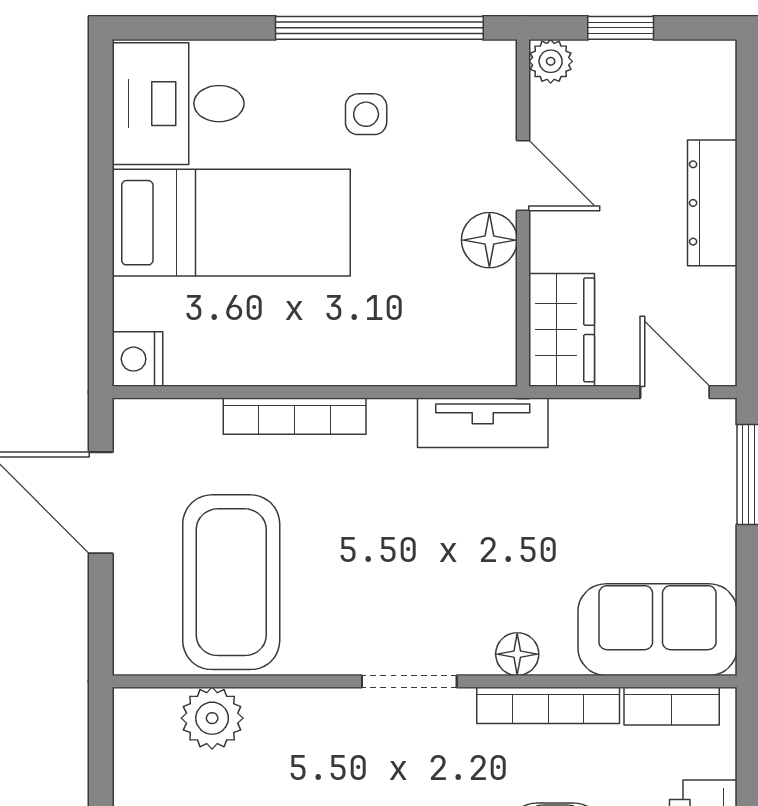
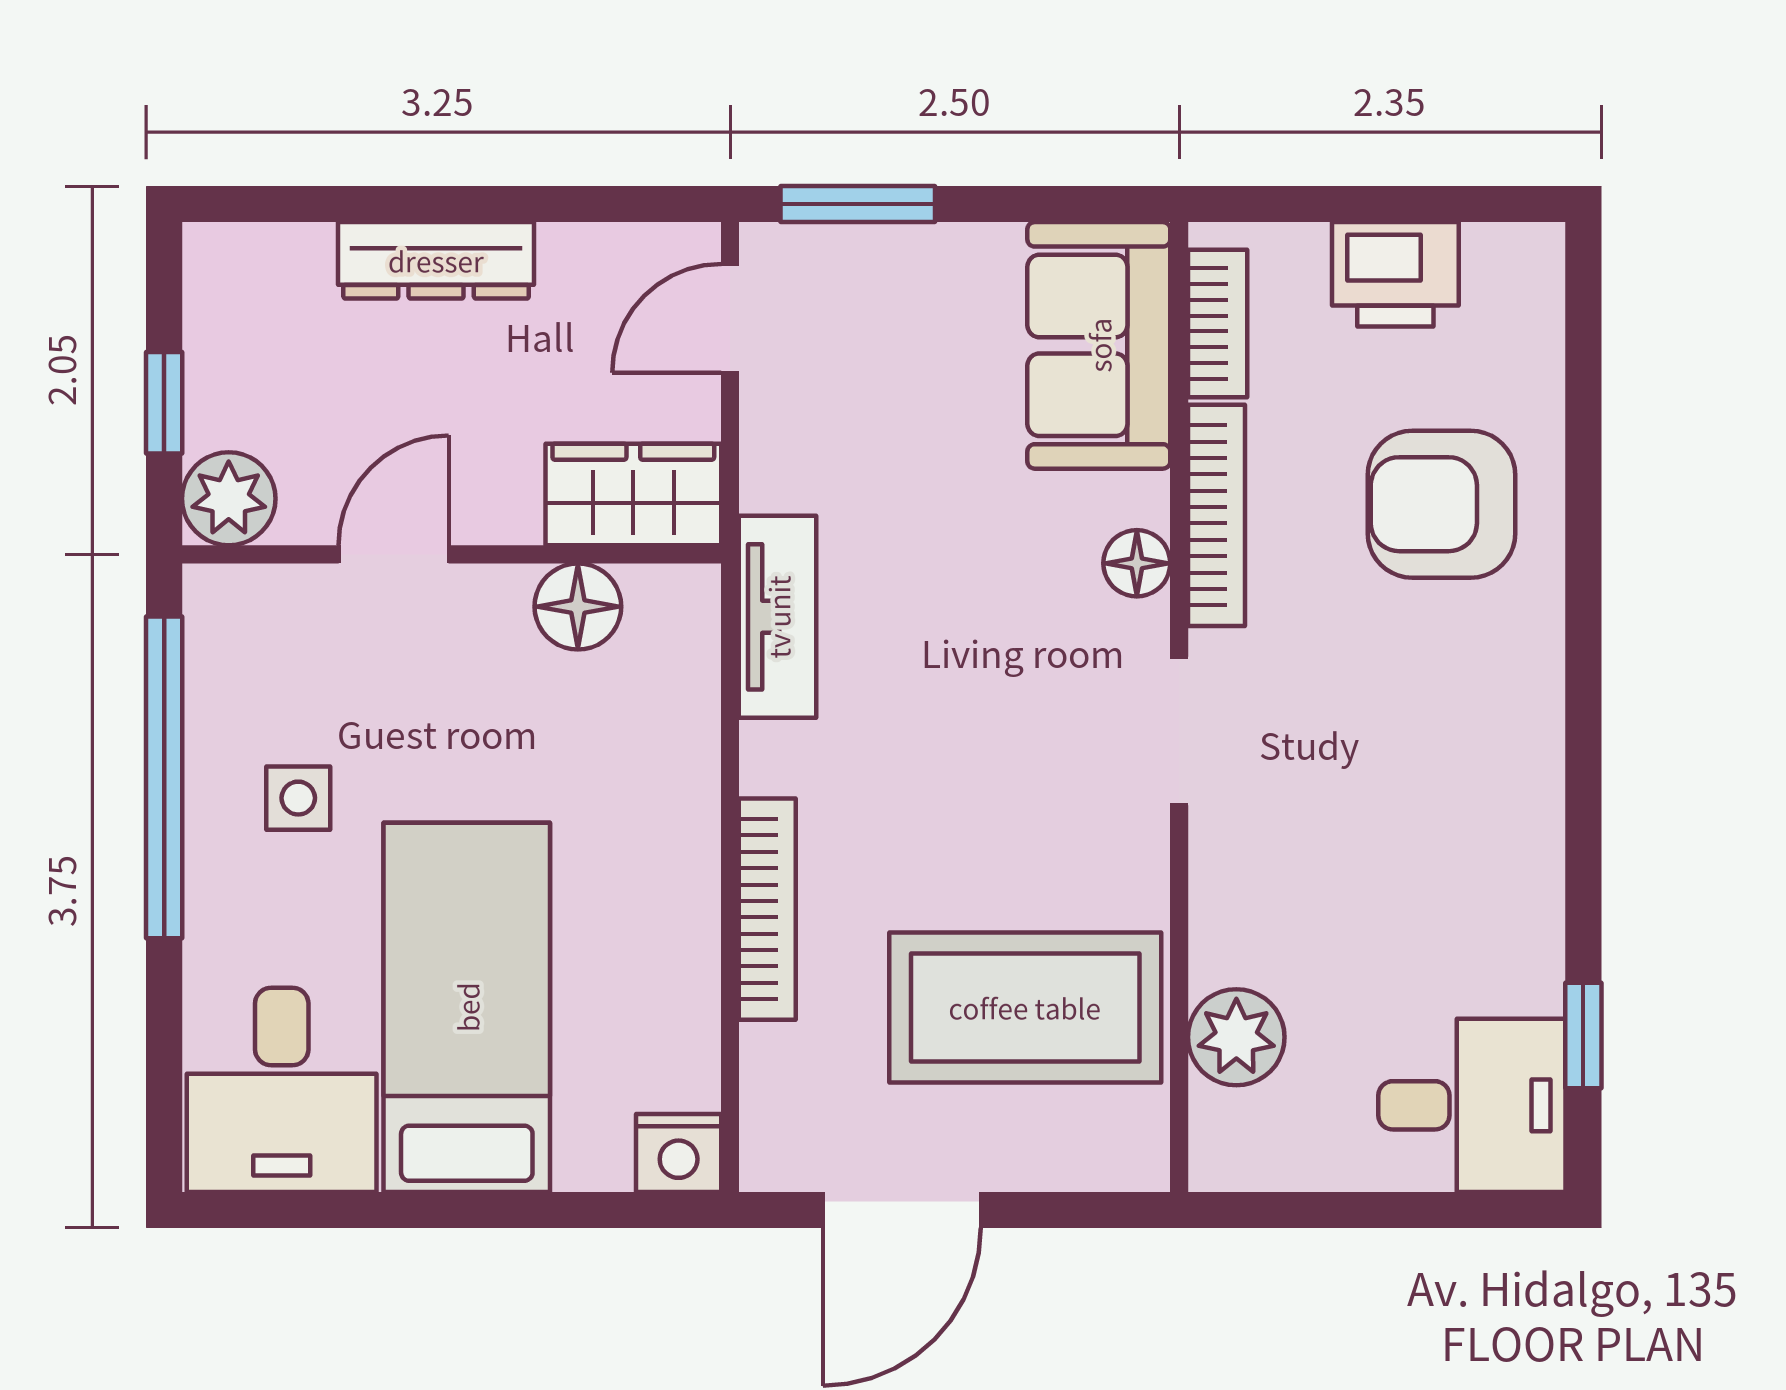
plant: (551, 61) -> (229, 499), width x1.38, depth x1.38
floor lamp: (489, 240) -> (578, 607), moved

